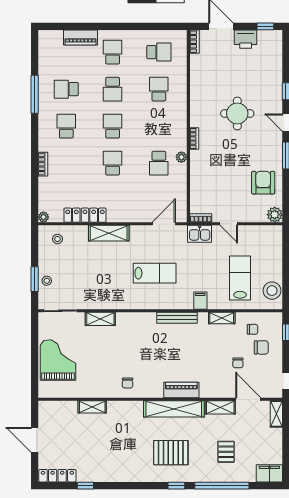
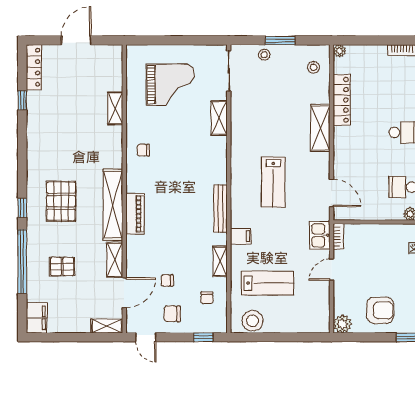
window: (35, 279) -> (280, 40), moved
chair: (261, 347) -> (172, 314), moved, turned 90
grand piano: (58, 360) -> (170, 85), moved

